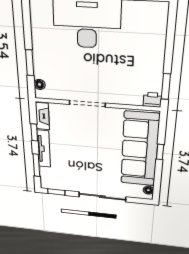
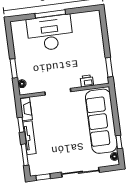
printer: (152, 100) -> (87, 81), moved
window: (160, 152) -> (119, 142), moved

